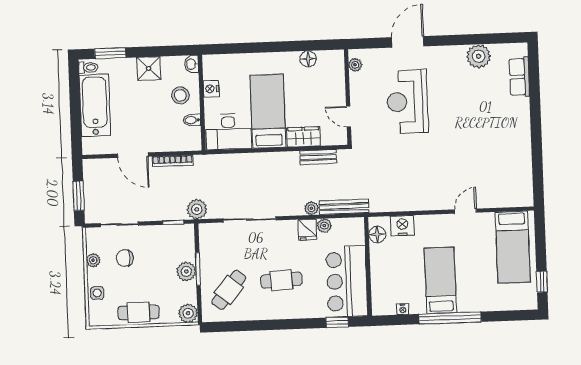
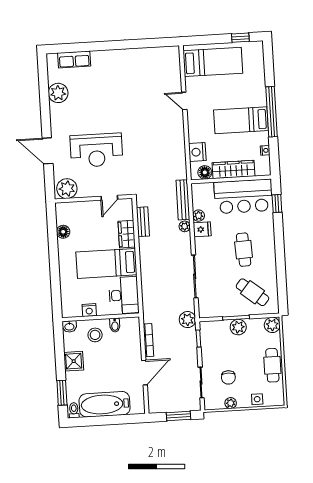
plant: (355, 65) -> (67, 189), width x1.88, depth x1.88
wardrobe: (380, 270) -> (234, 169), added

